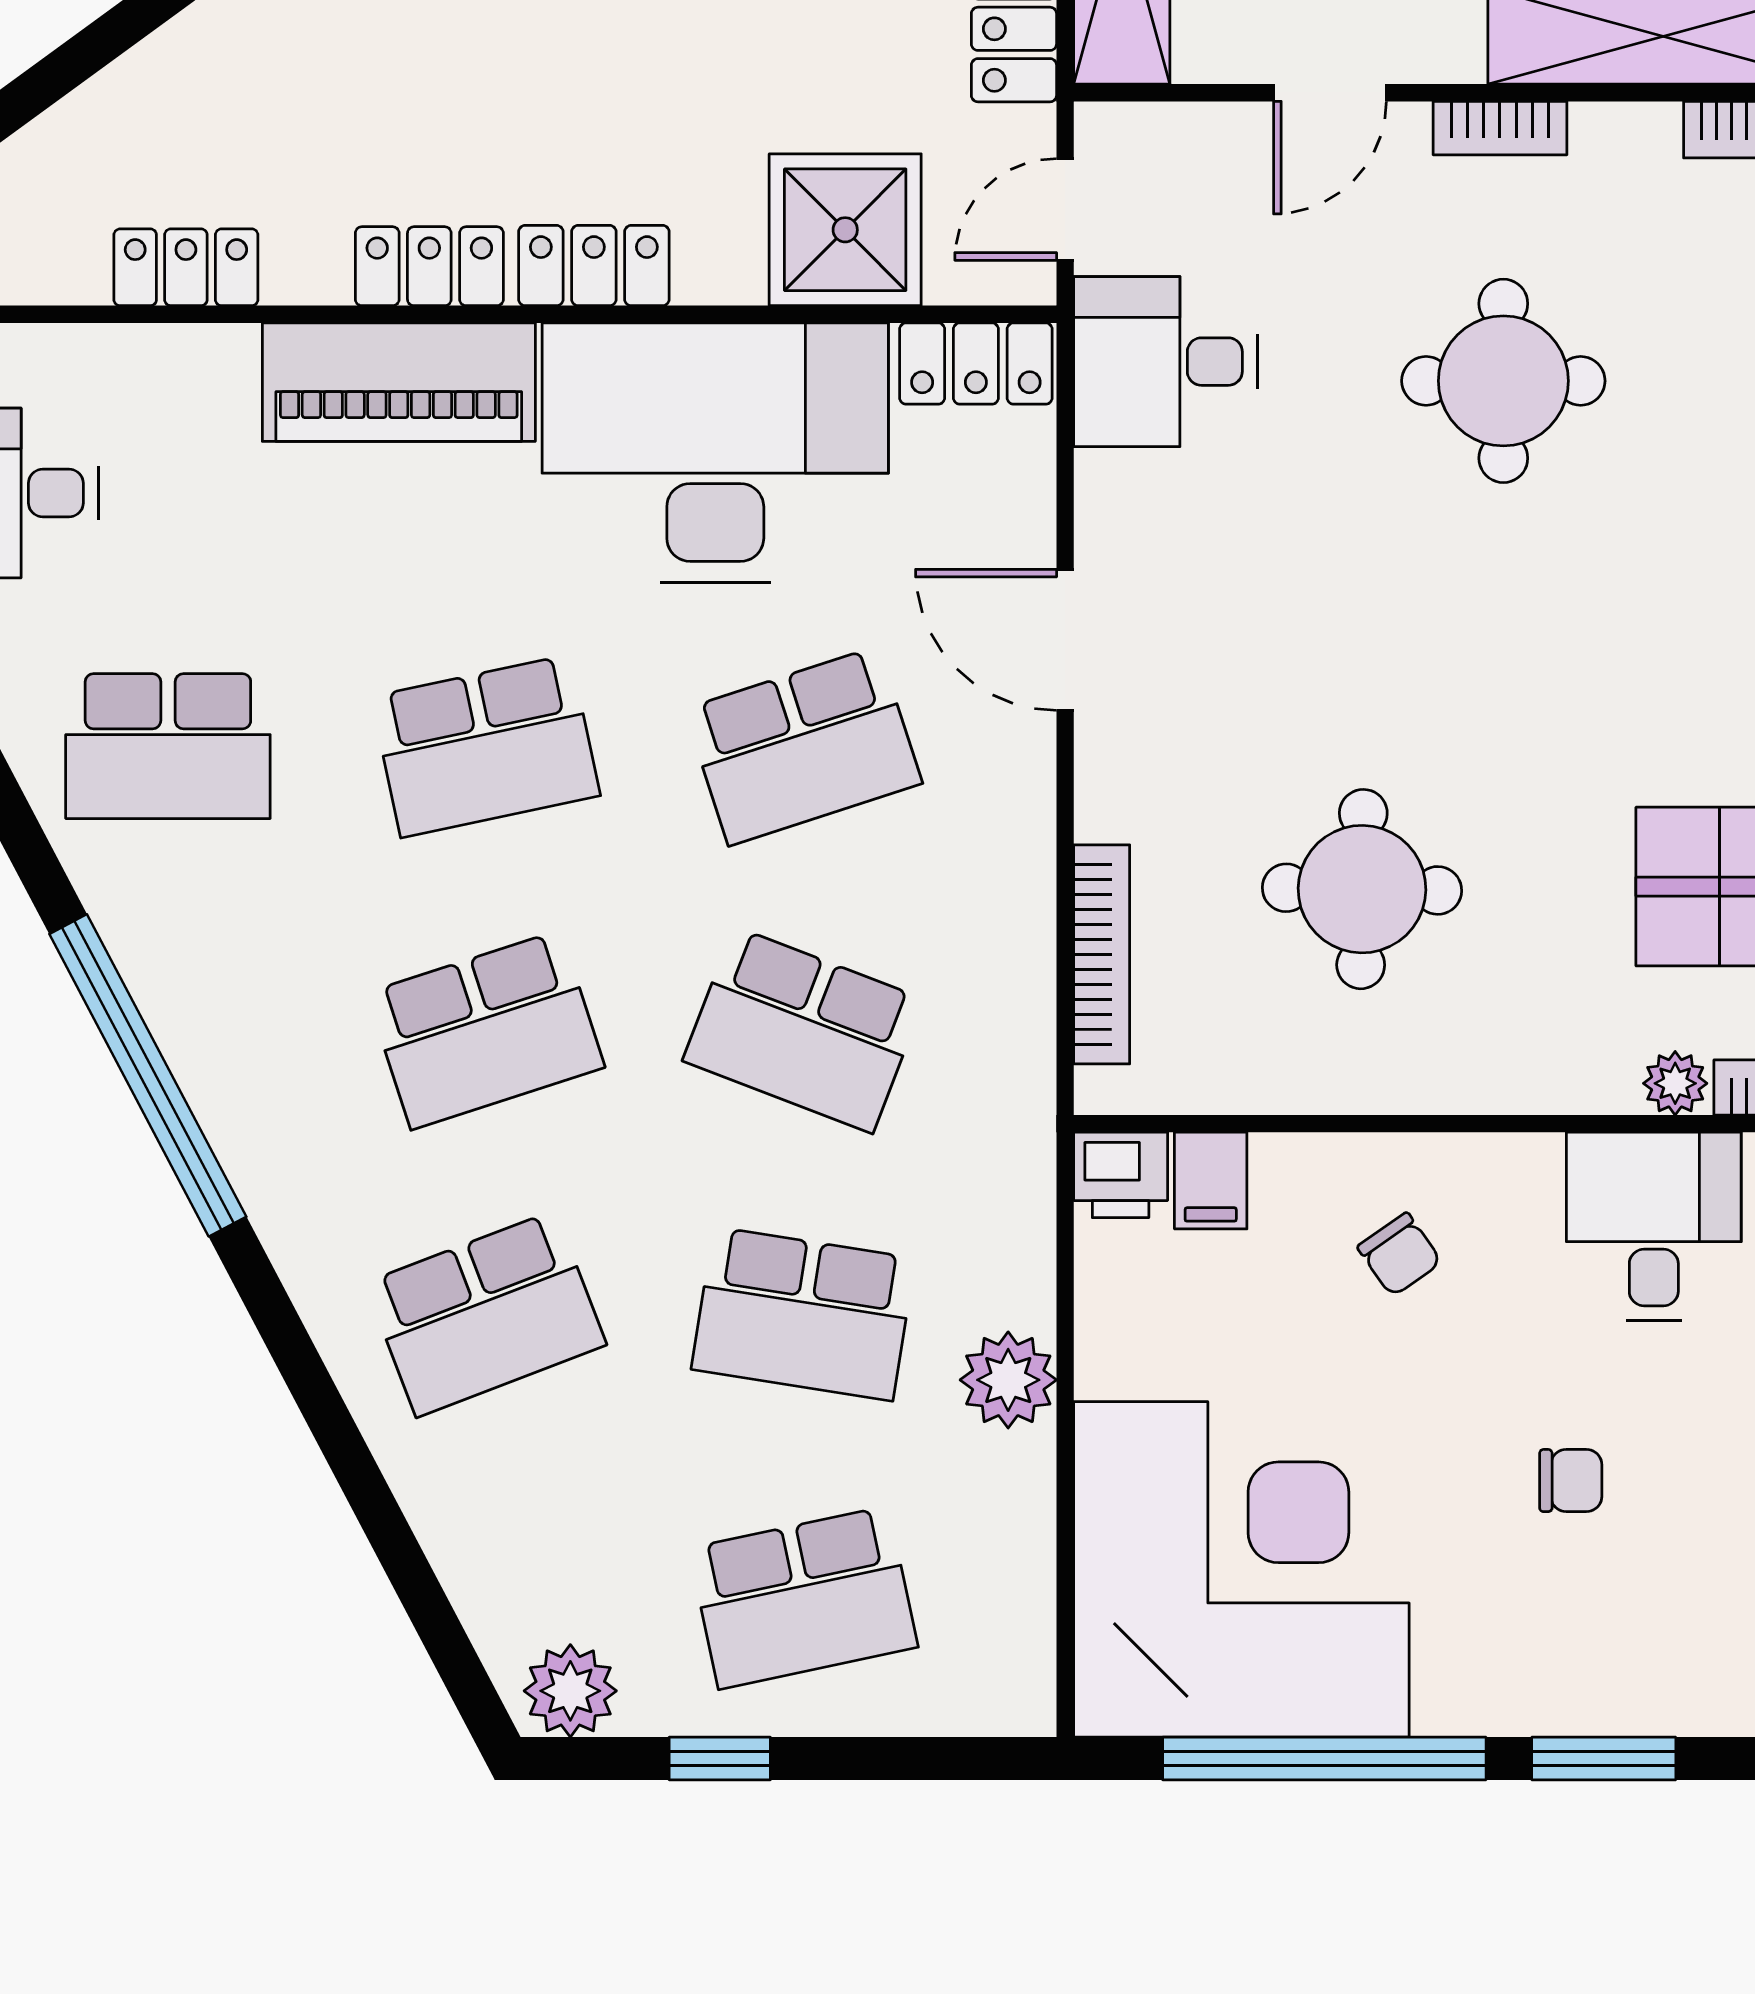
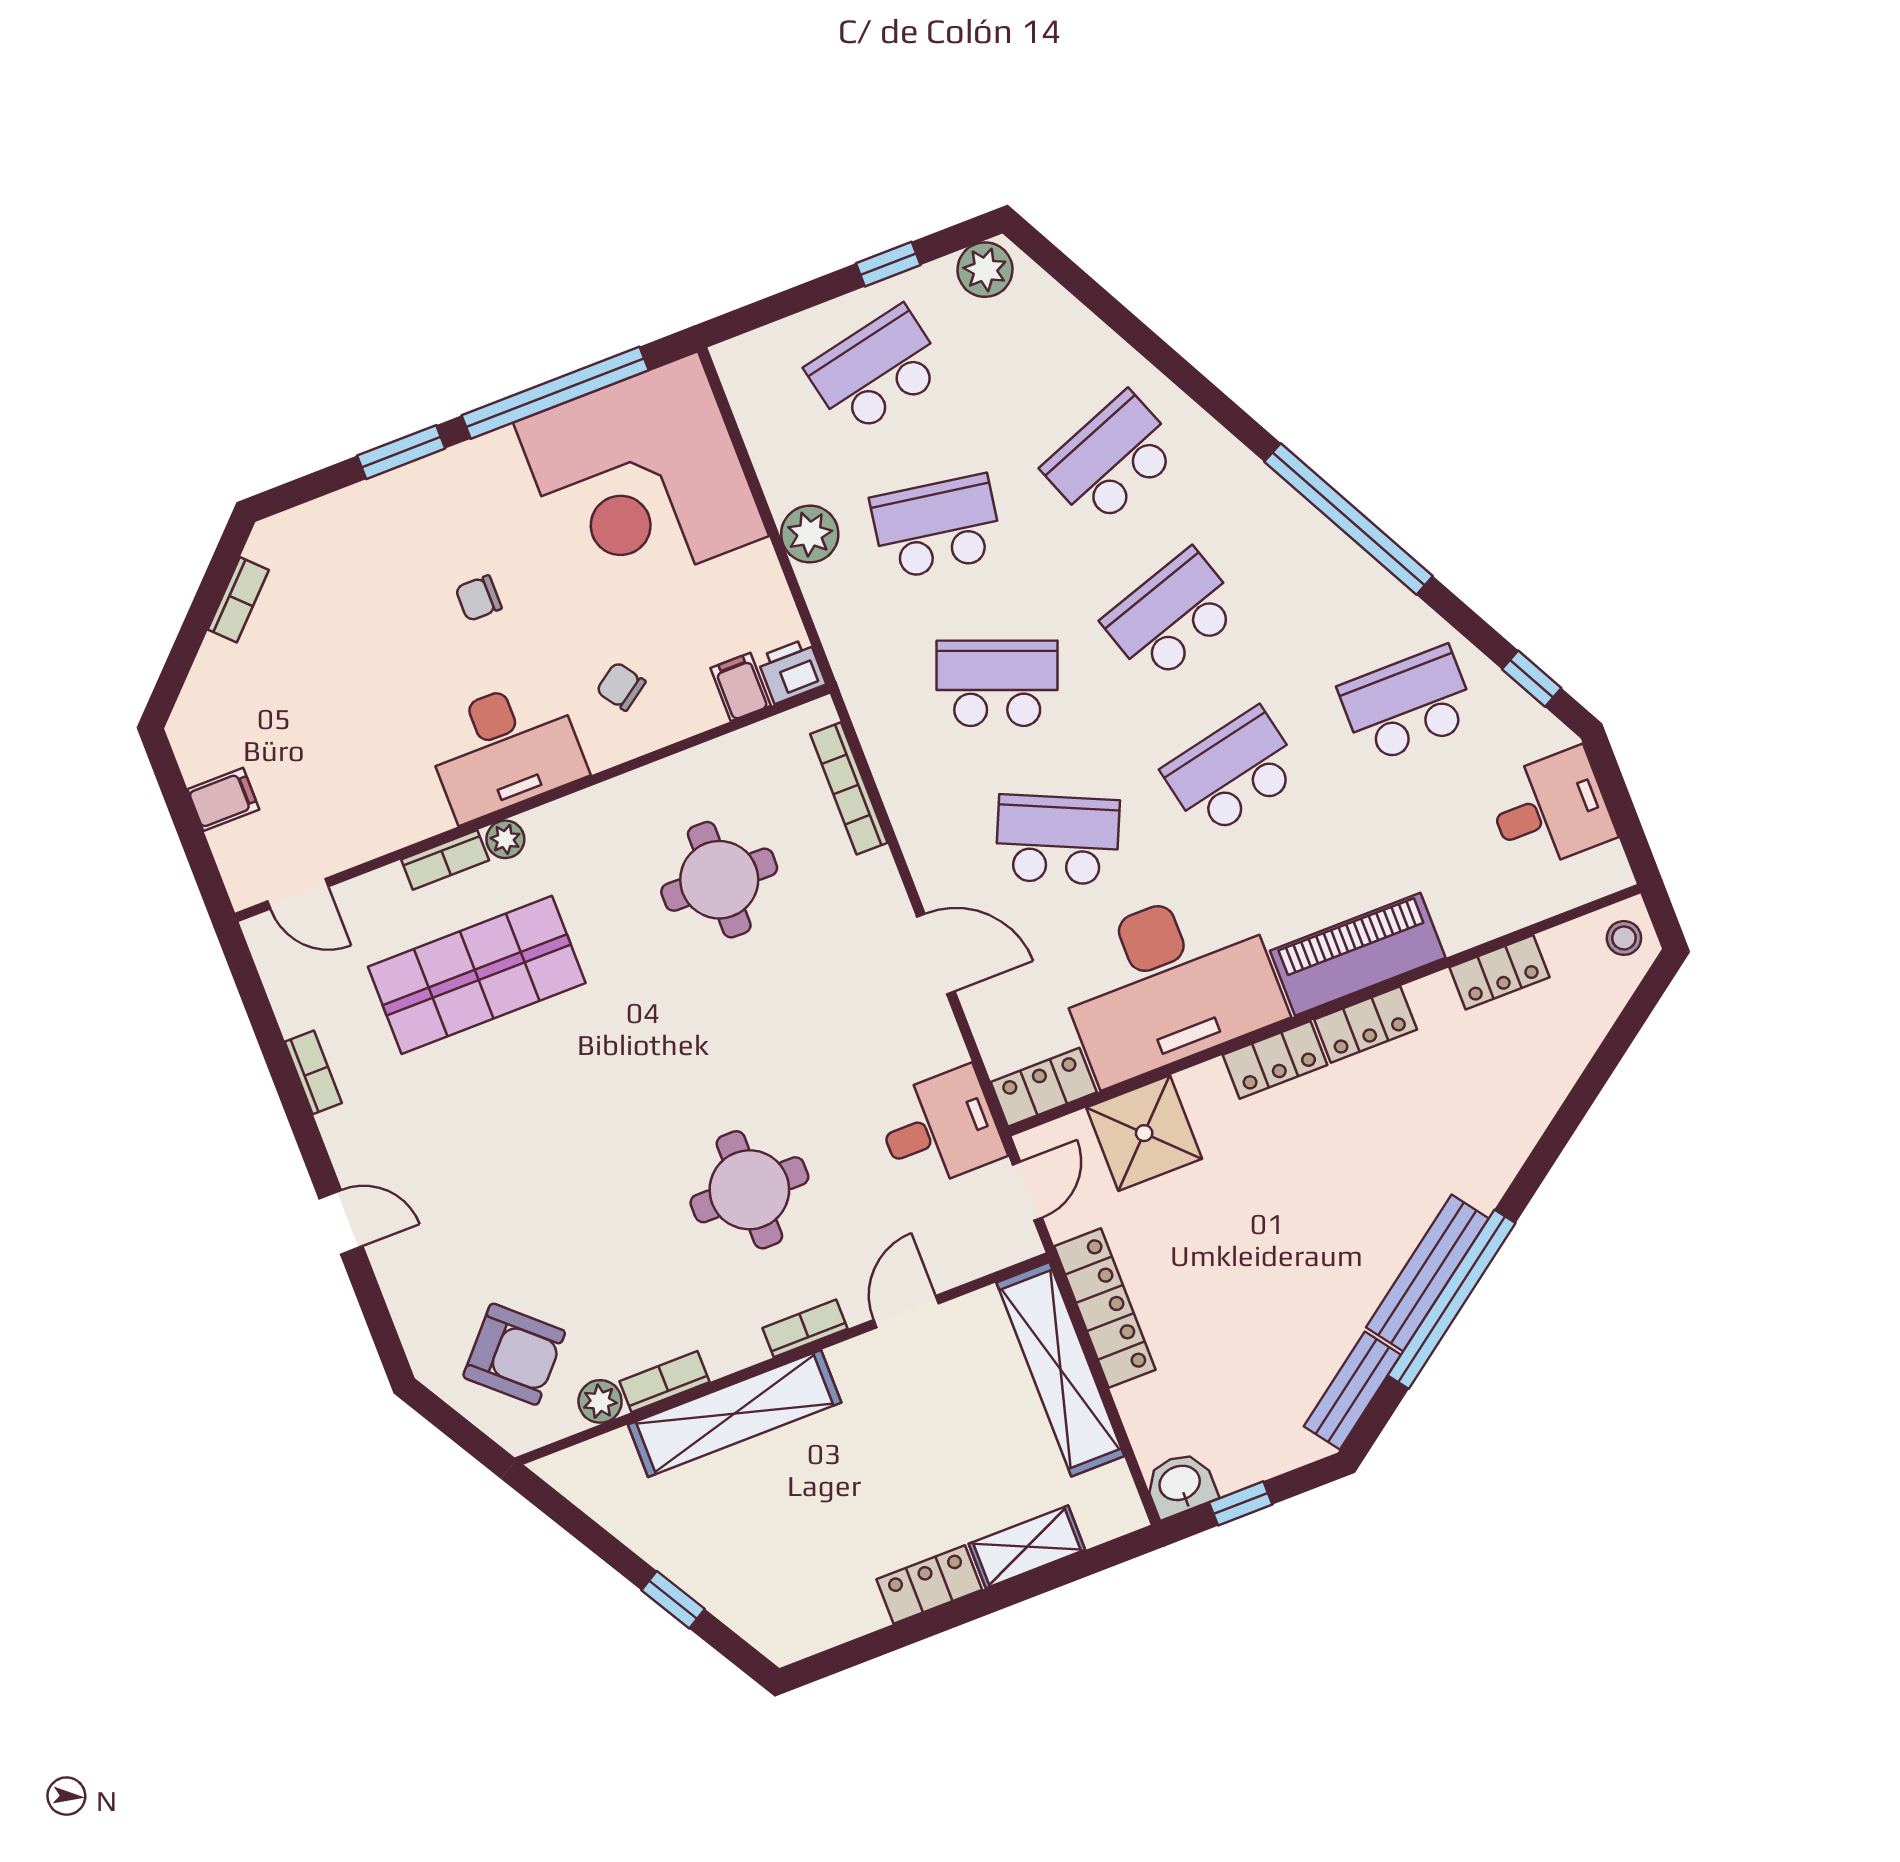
school desk: (803, 746) -> (1057, 840), turned 42
desk: (1654, 1227) -> (505, 749), width x1.37

